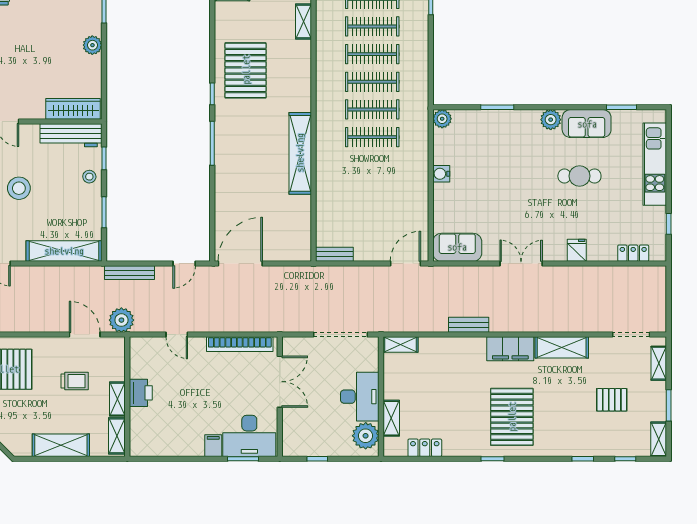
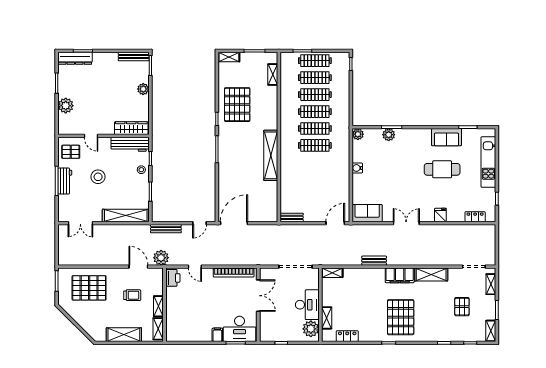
plant: (551, 120) -> (389, 135), moved
cafe table: (579, 176) -> (442, 169), width x1.37, depth x1.35
printer: (141, 393) -> (173, 278), moved
pallet: (612, 400) -> (462, 307), turned 90

